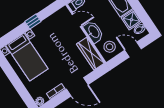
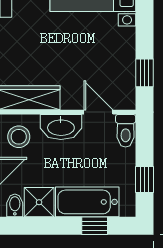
door: (77, 20) -> (98, 112), swing flipped
window: (33, 21) -> (145, 73), moved

